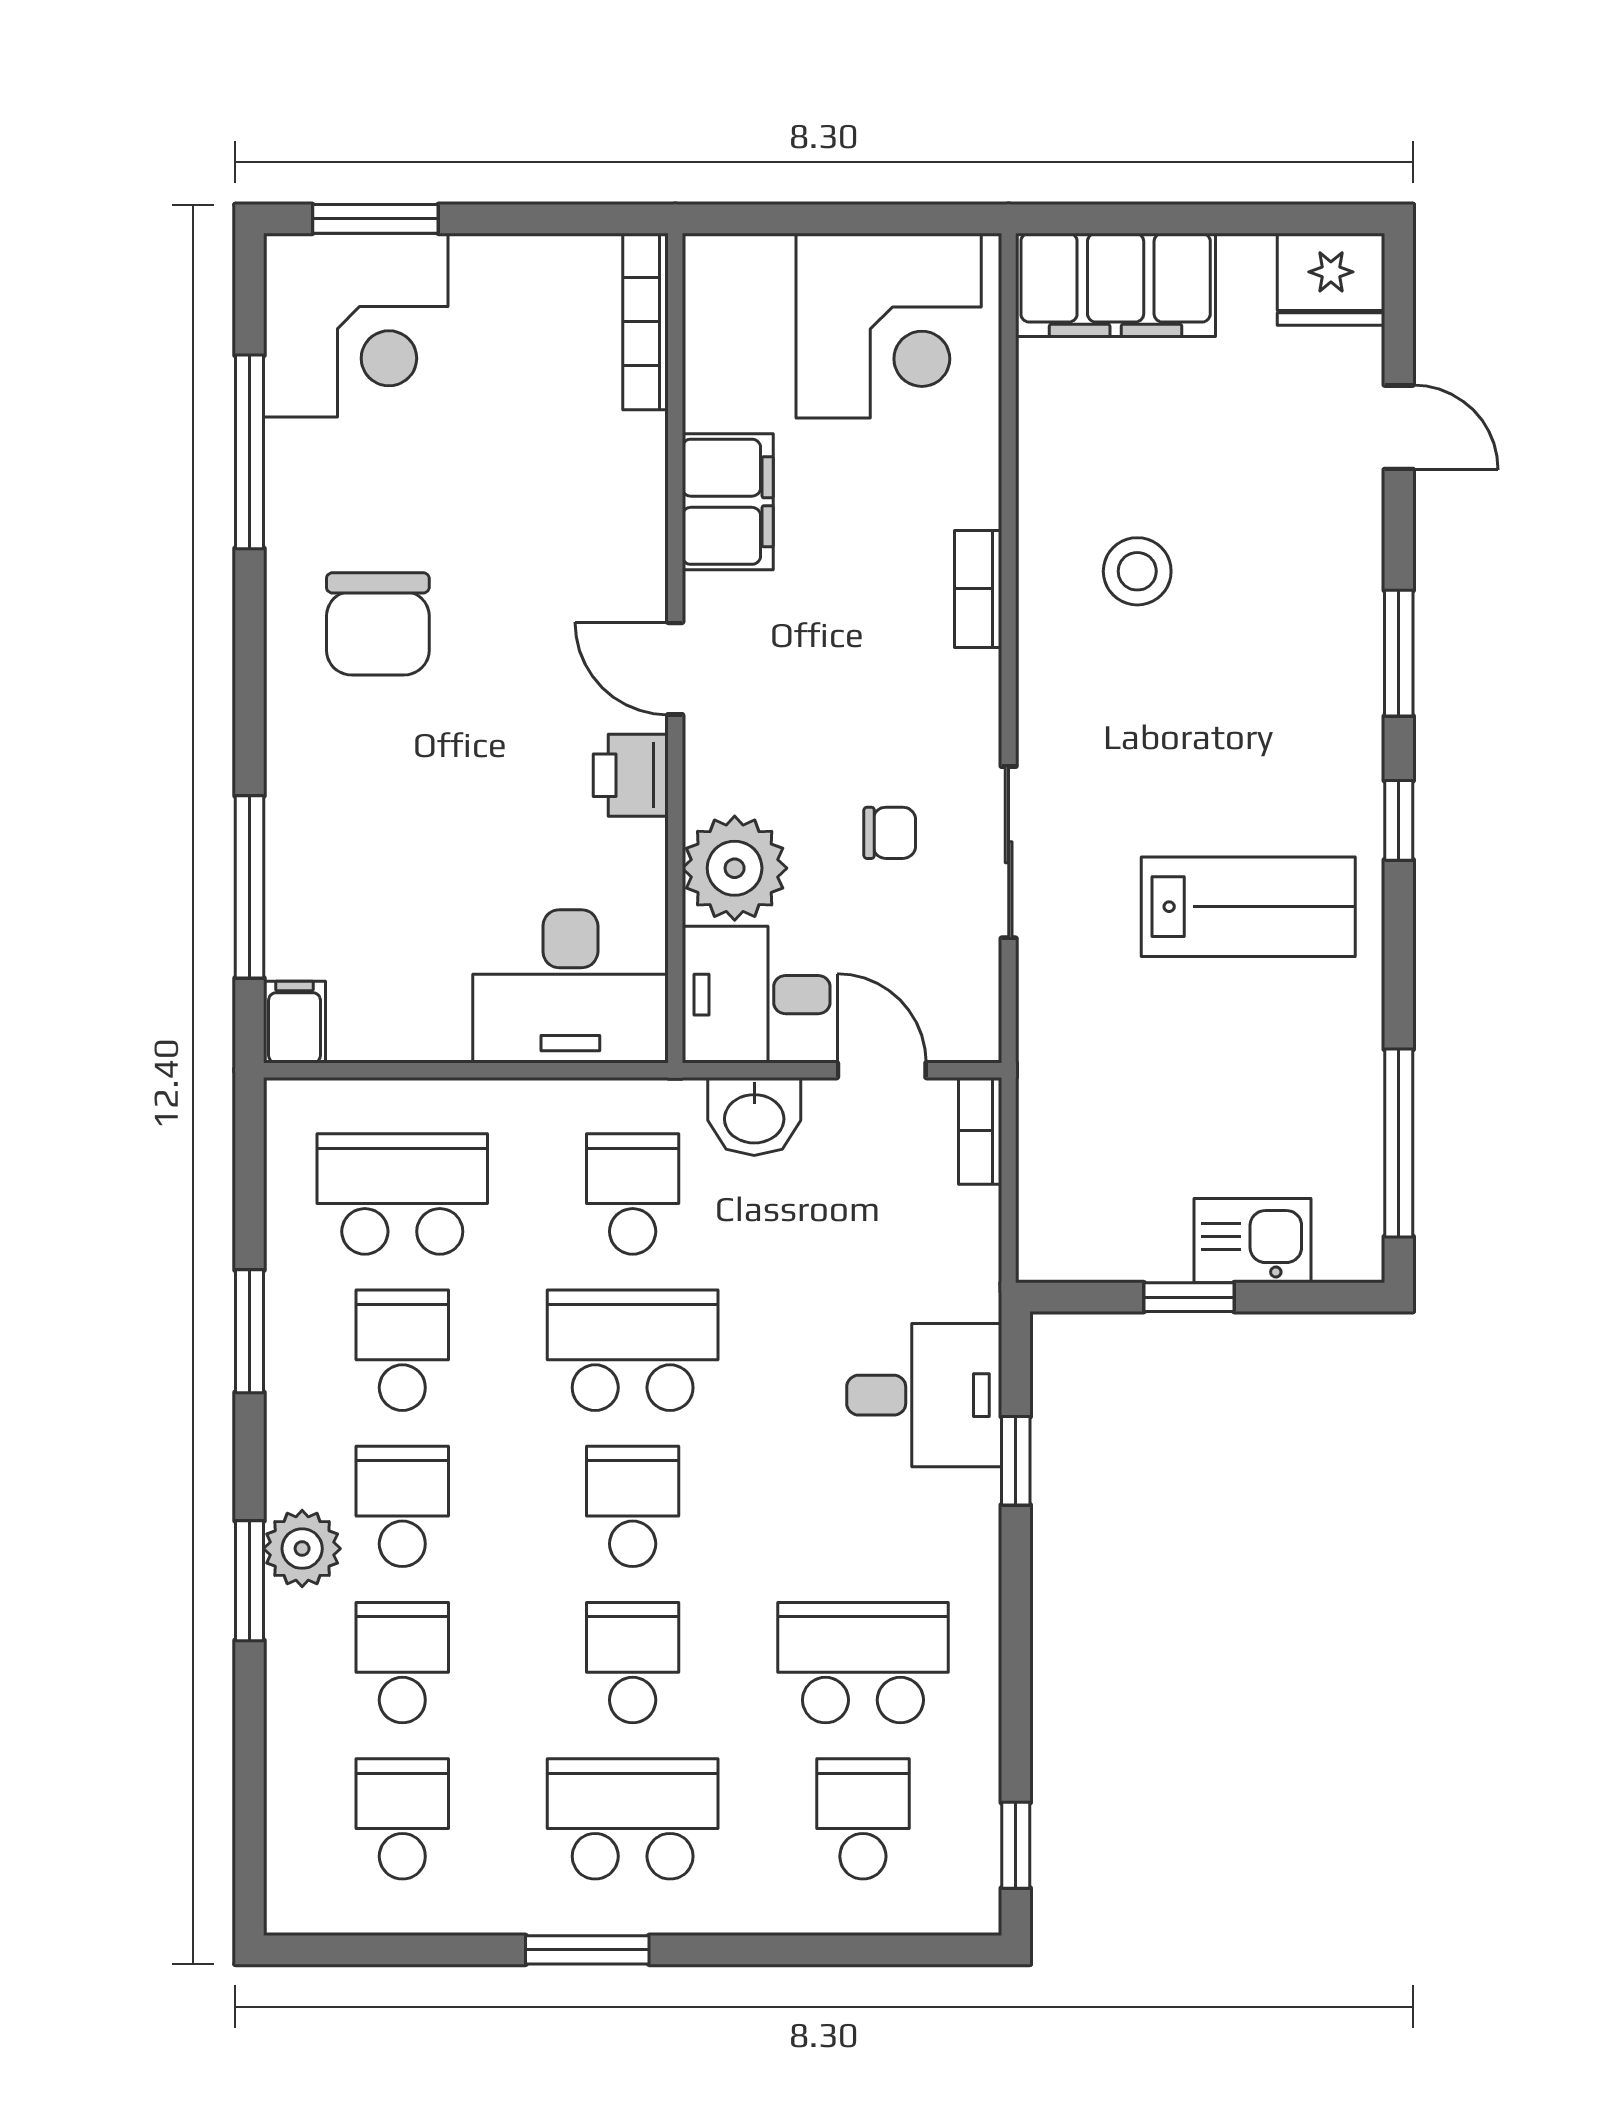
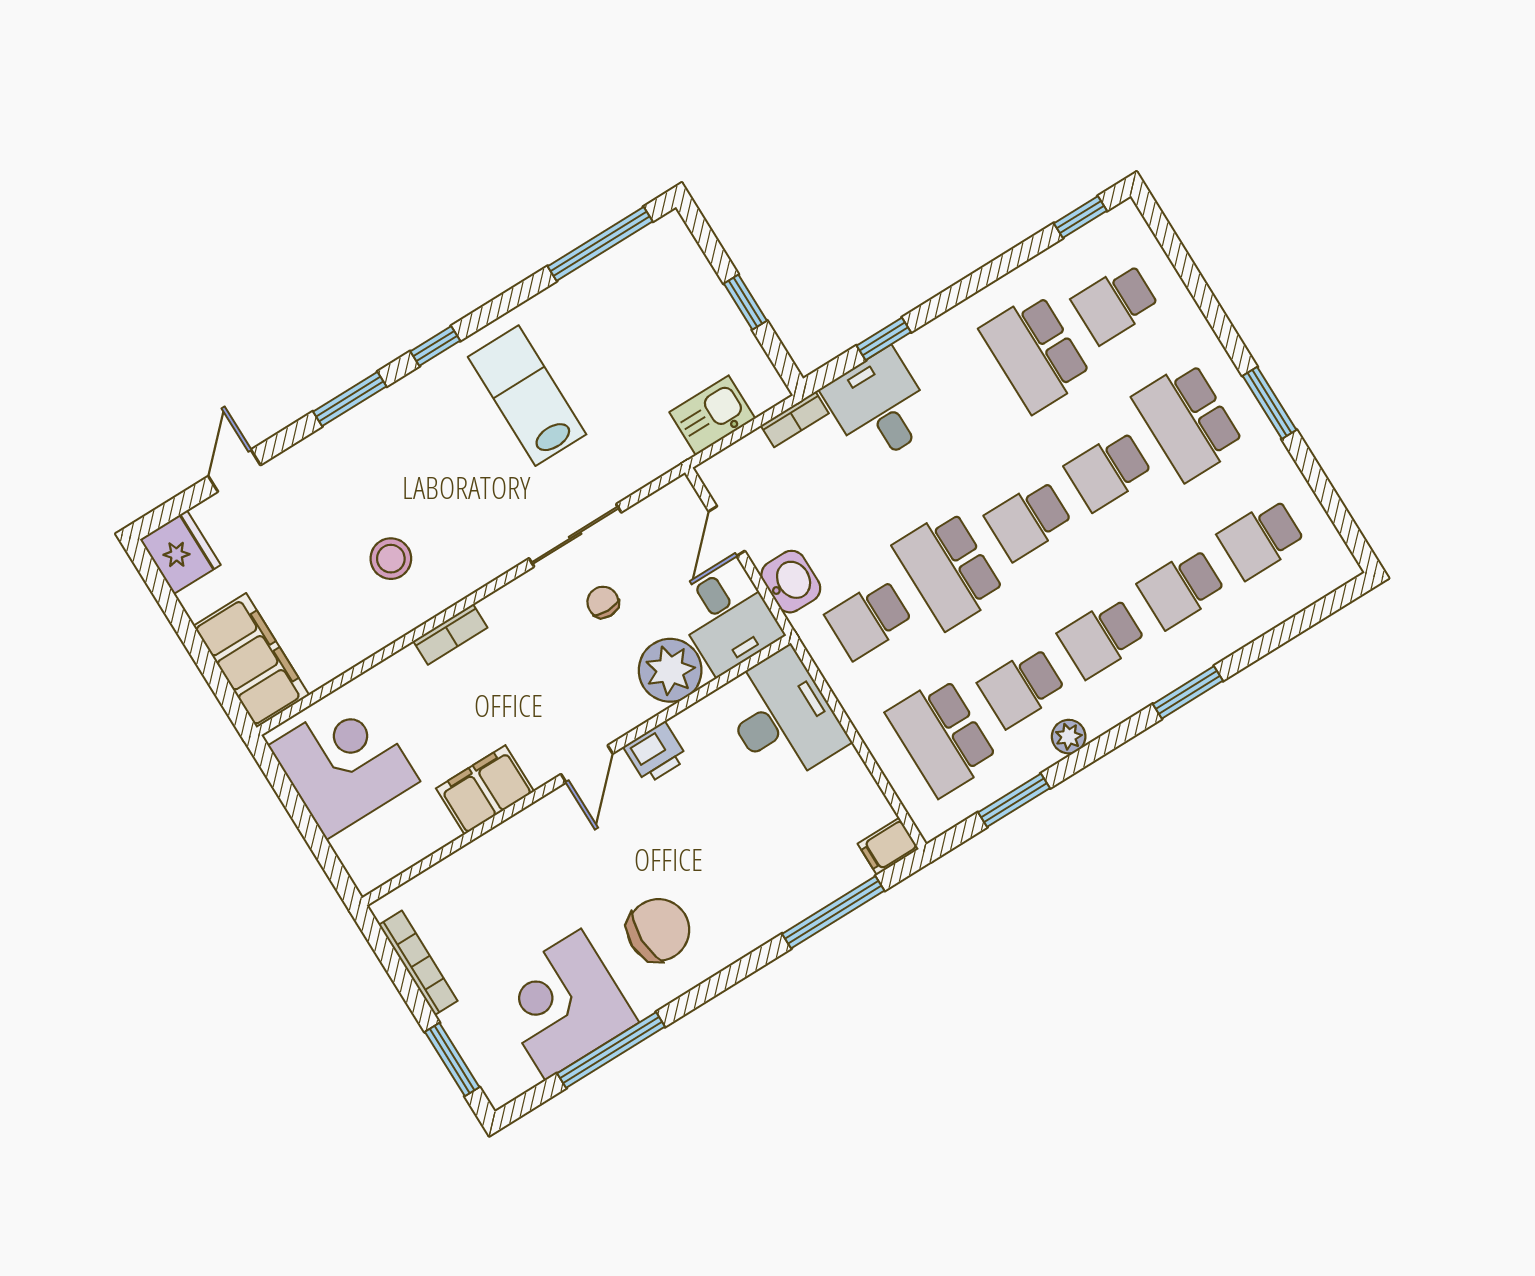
bookcase: (645, 321) -> (418, 963), moved, turned -90
corner desk: (356, 325) -> (563, 1005), moved, turned -90
bookcase: (980, 1131) -> (795, 419), moved
kitchen sink: (1252, 1241) -> (712, 415), moved, turned 90
window: (250, 1331) -> (1014, 800), moved
plant: (302, 1549) -> (1069, 737), moved, width x0.73, depth x0.73

